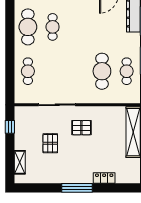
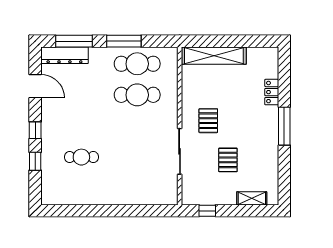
cafe table: (28, 27) -> (81, 188), removed
cafe table: (28, 71) -> (137, 188), removed
cafe table: (127, 71) -> (137, 64), width x1.37, depth x1.35
pallet: (50, 143) -> (228, 160), turned 90

